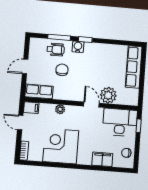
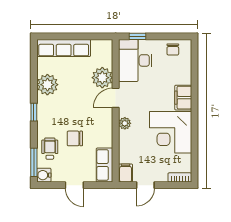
window: (59, 37) -> (34, 162), moved
water cooler: (78, 47) -> (44, 175), moved
plant: (106, 52) -> (47, 85), added
plant: (60, 109) -> (125, 123), moved
filing cabinet: (102, 159) -> (183, 98), moved

